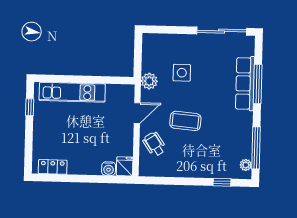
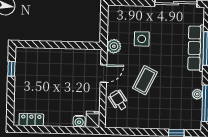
kitchen unit: (72, 92) -> (48, 56), removed
coffee table: (185, 121) -> (145, 80), turned -69
plant: (246, 165) -> (197, 94), moved

